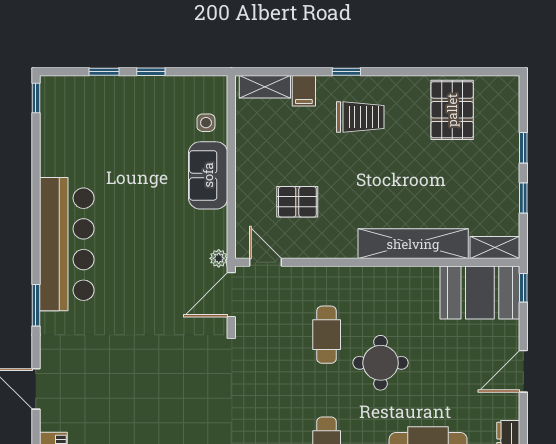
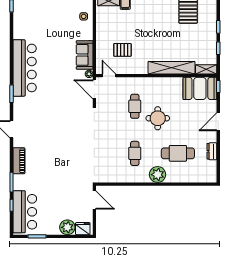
trolley: (360, 117) -> (149, 14), removed
sofa: (208, 175) -> (85, 55), moved
door: (231, 295) -> (94, 89), hinge flipped

